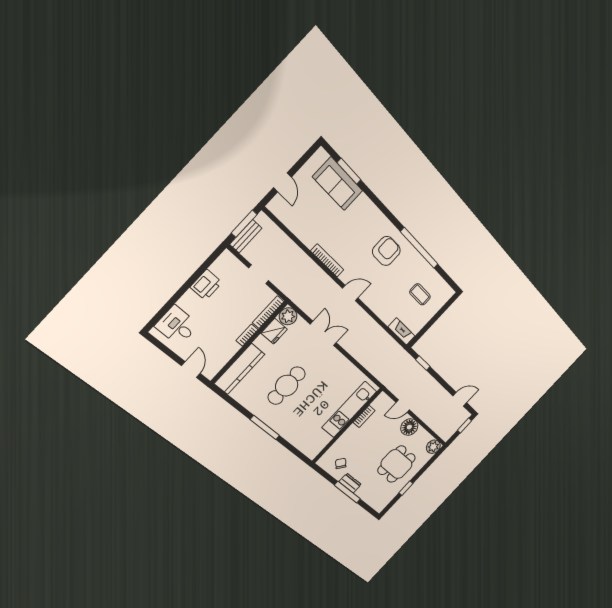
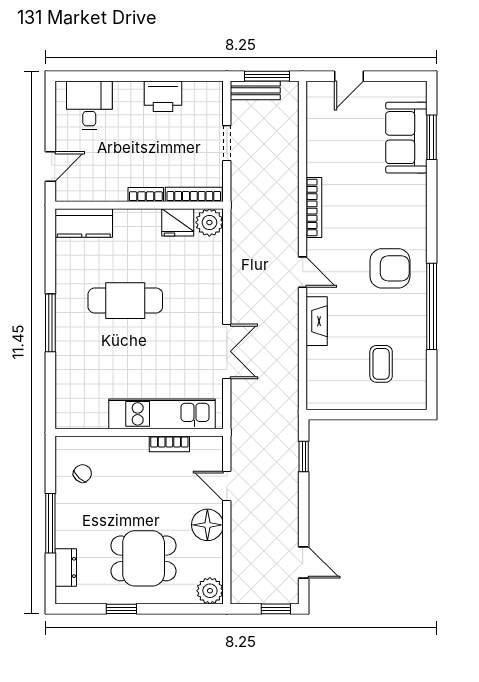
fireplace: (401, 331) -> (317, 321), moved
double door: (323, 333) -> (227, 351), moved
kitchen counter: (240, 369) -> (84, 223), width x0.67
dresser: (350, 483) -> (66, 567), moved

